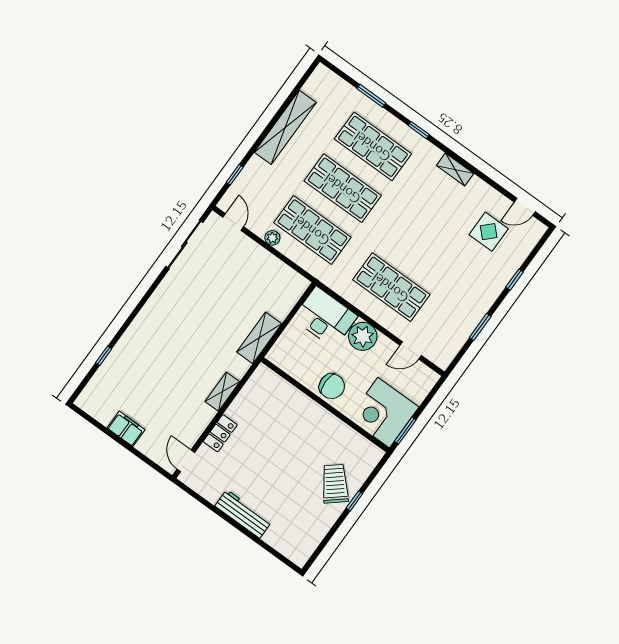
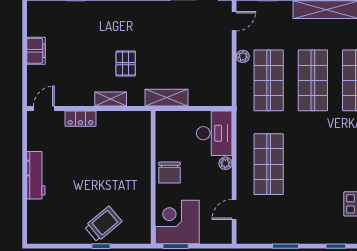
plant: (363, 336) -> (225, 163), width x0.53, depth x0.53
door: (411, 350) -> (234, 209), hinge flipped
pallet: (199, 353) -> (126, 64), added

